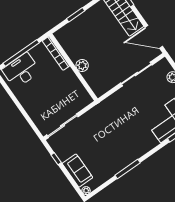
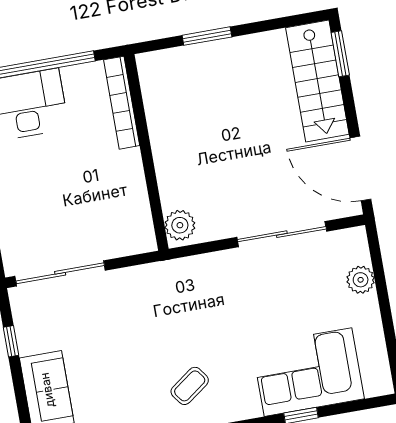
plant: (82, 66) -> (180, 225), moved
coffee table: (129, 145) -> (190, 386), added

